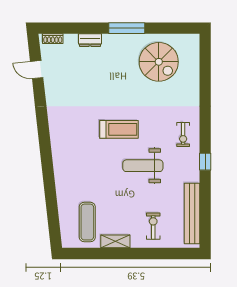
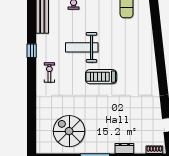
weight bench: (143, 166) -> (82, 47), turned 180

